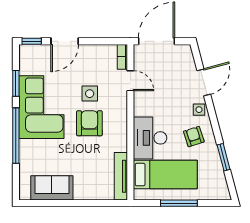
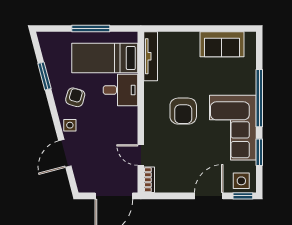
side table: (90, 94) -> (241, 181), moved
armchair: (194, 137) -> (75, 97), turned -146
desk: (150, 138) -> (120, 90), width x0.73

